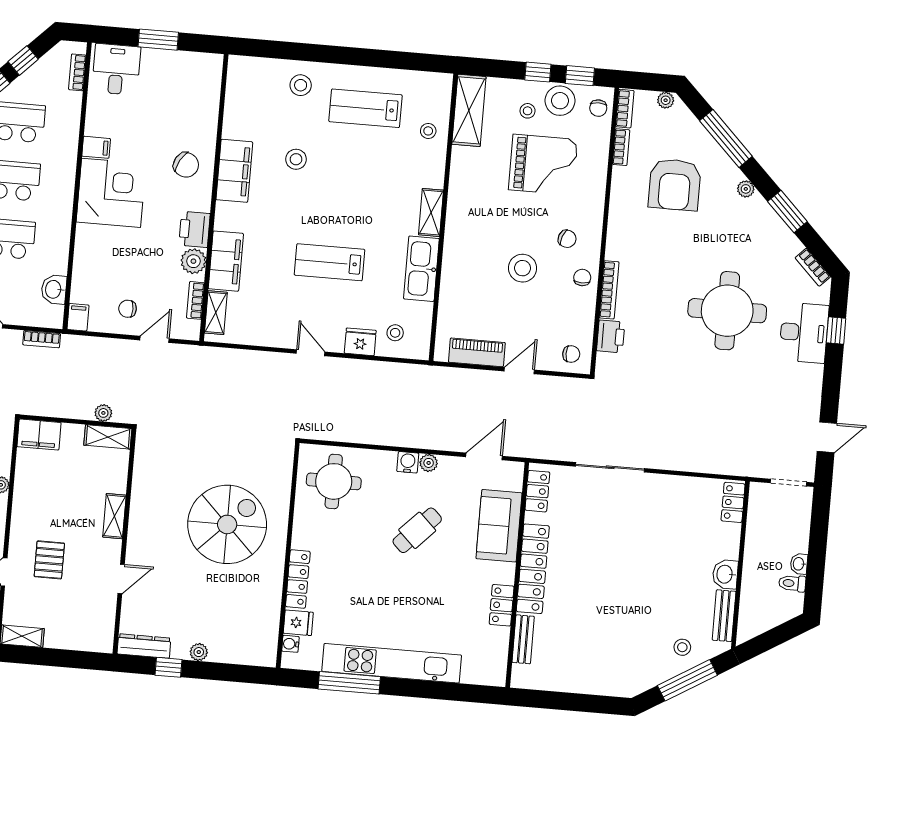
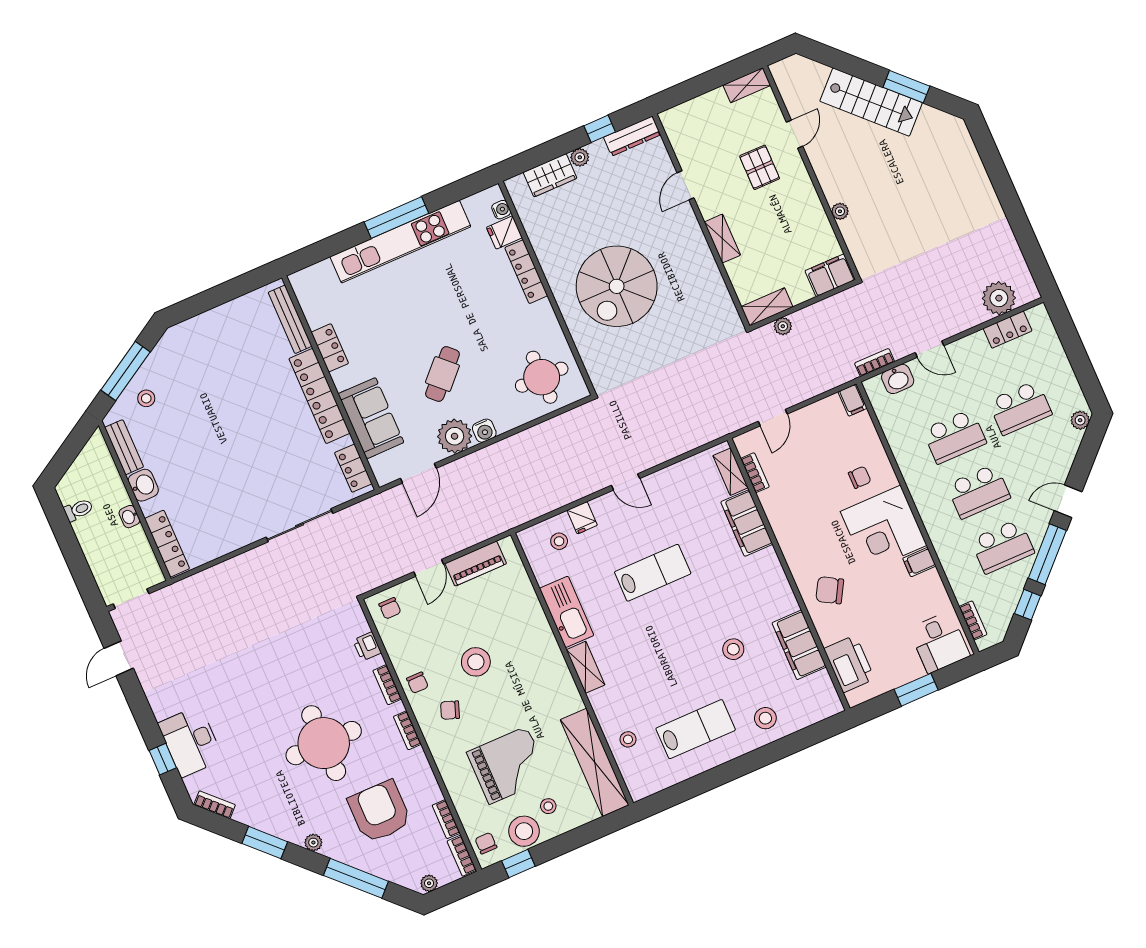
window: (538, 72) -> (558, 846), removed
shelving: (469, 110) -> (595, 762), width x1.47
grand piano: (543, 165) -> (508, 765), turned 180
filing cabinet: (234, 171) -> (799, 645), moved
printer: (195, 229) -> (849, 664), moved, width x1.37, depth x1.19
bookcase: (613, 241) -> (407, 730), added
plant: (193, 261) -> (776, 507), removed
washbasin: (54, 289) -> (898, 379), moved, turned 90
bookcase: (609, 290) -> (387, 685), width x0.64
chair: (128, 309) -> (860, 477), moved
round table: (727, 311) -> (324, 743), moved
printer: (611, 336) -> (367, 646), width x0.73, depth x0.81
fridge: (360, 342) -> (582, 518), width x0.72
chair: (571, 354) -> (390, 608), turned -90
plant: (429, 463) -> (455, 436), width x1.87, depth x1.87
locker: (733, 502) -> (167, 544), width x1.53
washbasin: (799, 564) -> (129, 517), moved, turned 180
bench: (523, 639) -> (290, 319), width x1.36
wardrobe: (233, 651) -> (550, 175), added
window: (349, 683) -> (396, 218), moved

